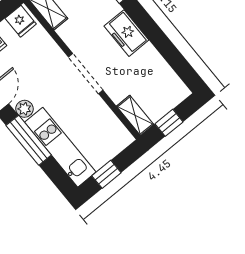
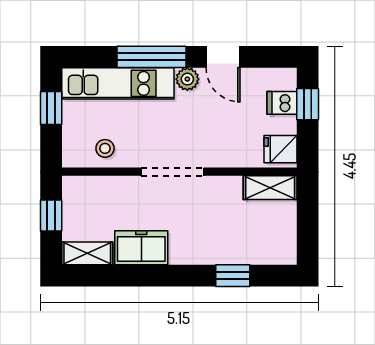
freezer: (126, 33) -> (141, 248), moved
shelving: (135, 115) -> (87, 253), moved
stool: (104, 124) -> (105, 148), added

